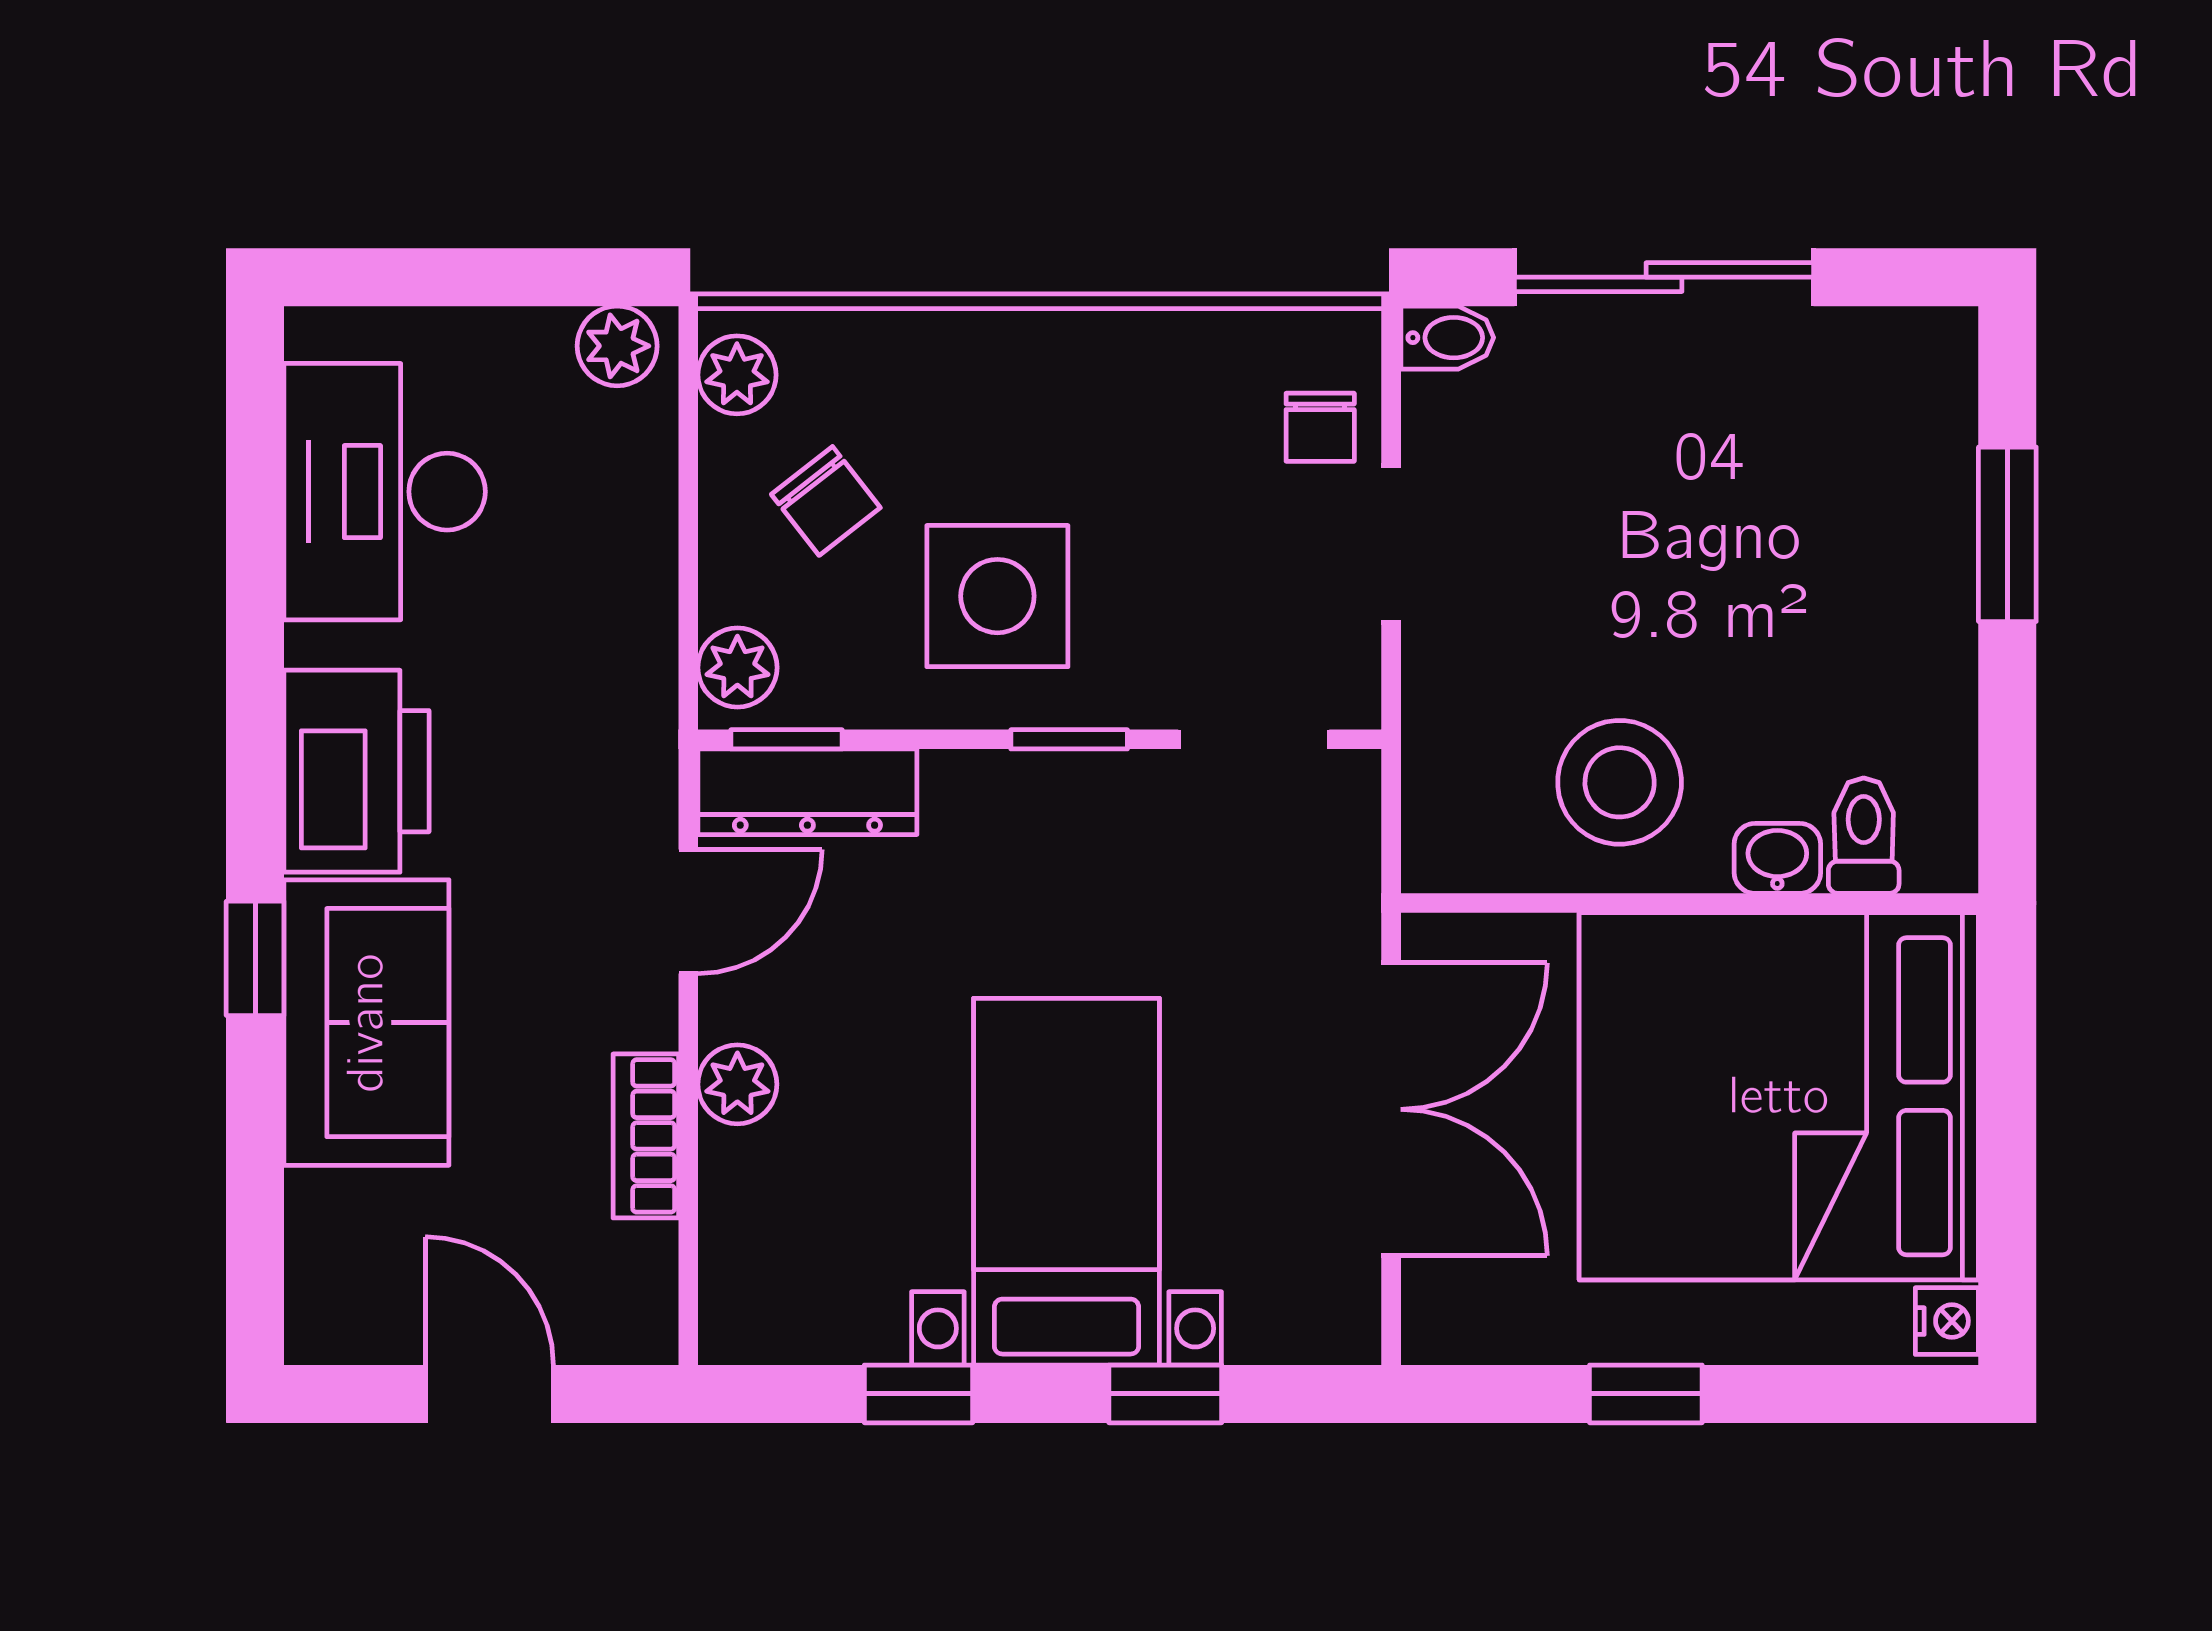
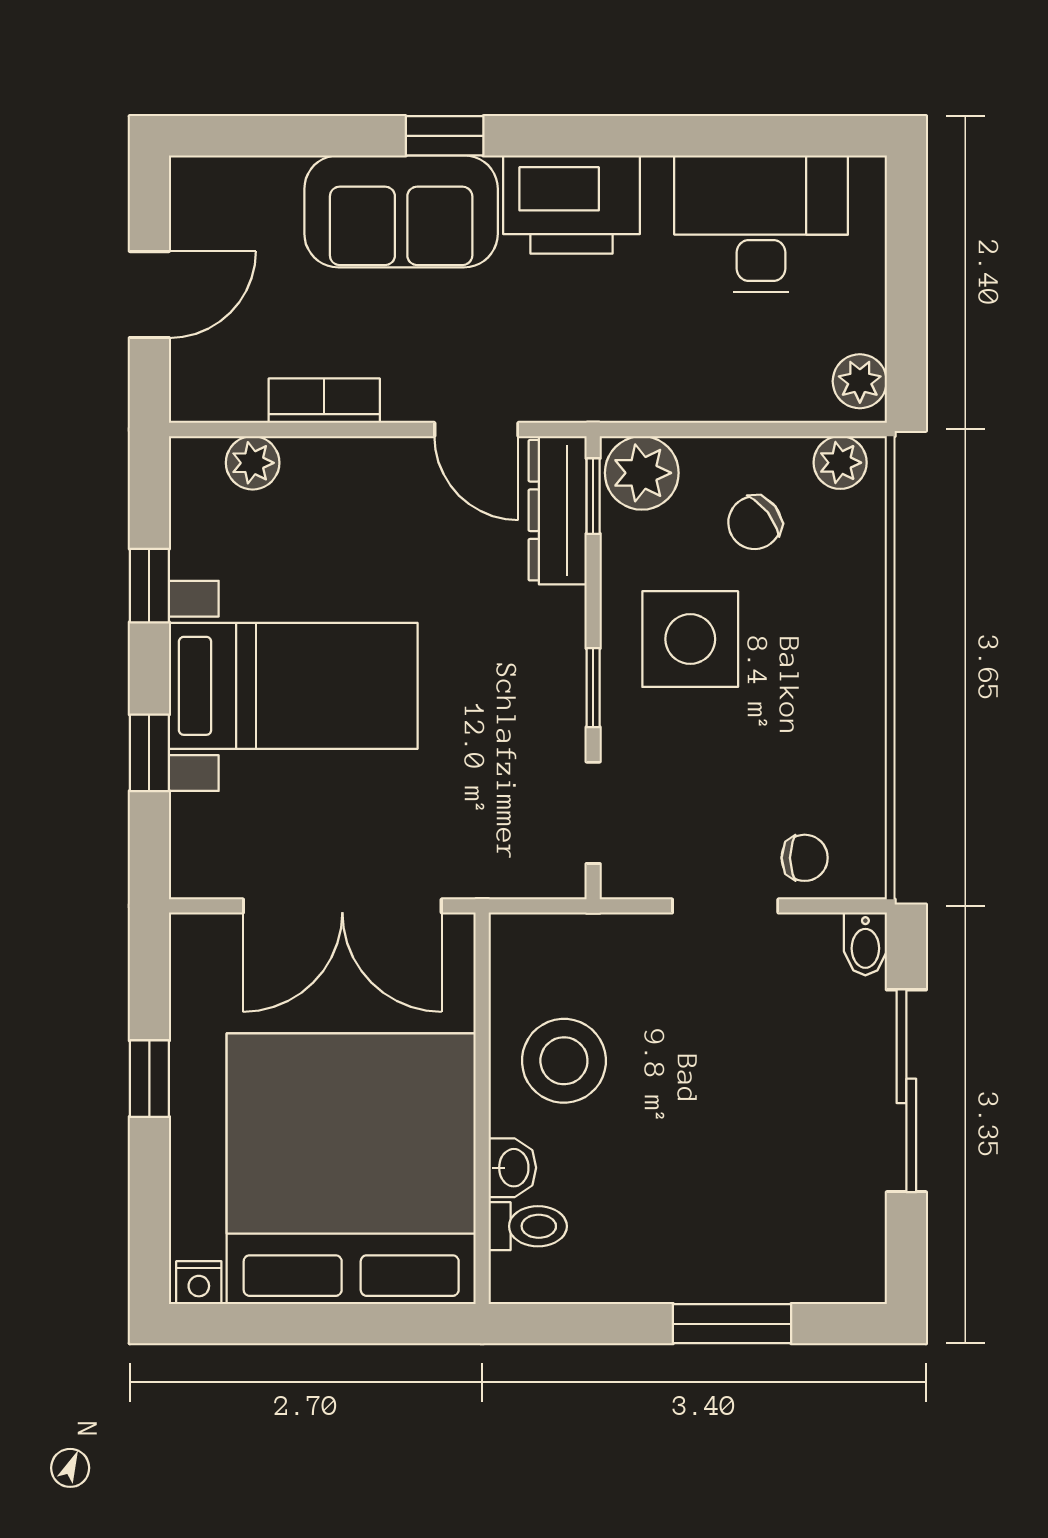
chair: (1320, 427) -> (805, 858), turned 180
plant: (737, 668) -> (642, 473), width x1.38, depth x1.38
plant: (737, 1084) -> (253, 463), moved

